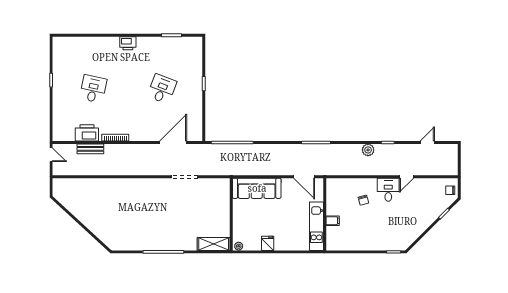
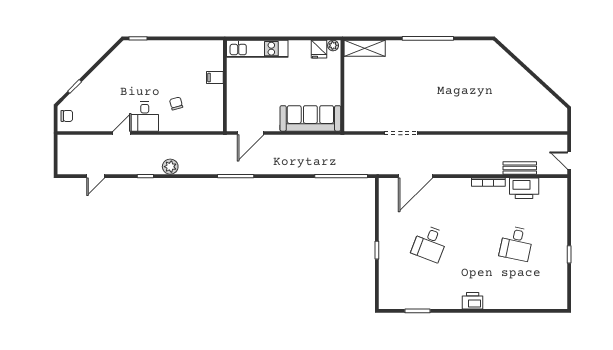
door: (304, 177) -> (251, 133), swing flipped
kitchen unit: (316, 226) -> (257, 49), moved, turned 90
fridge: (268, 243) -> (319, 49), moved

